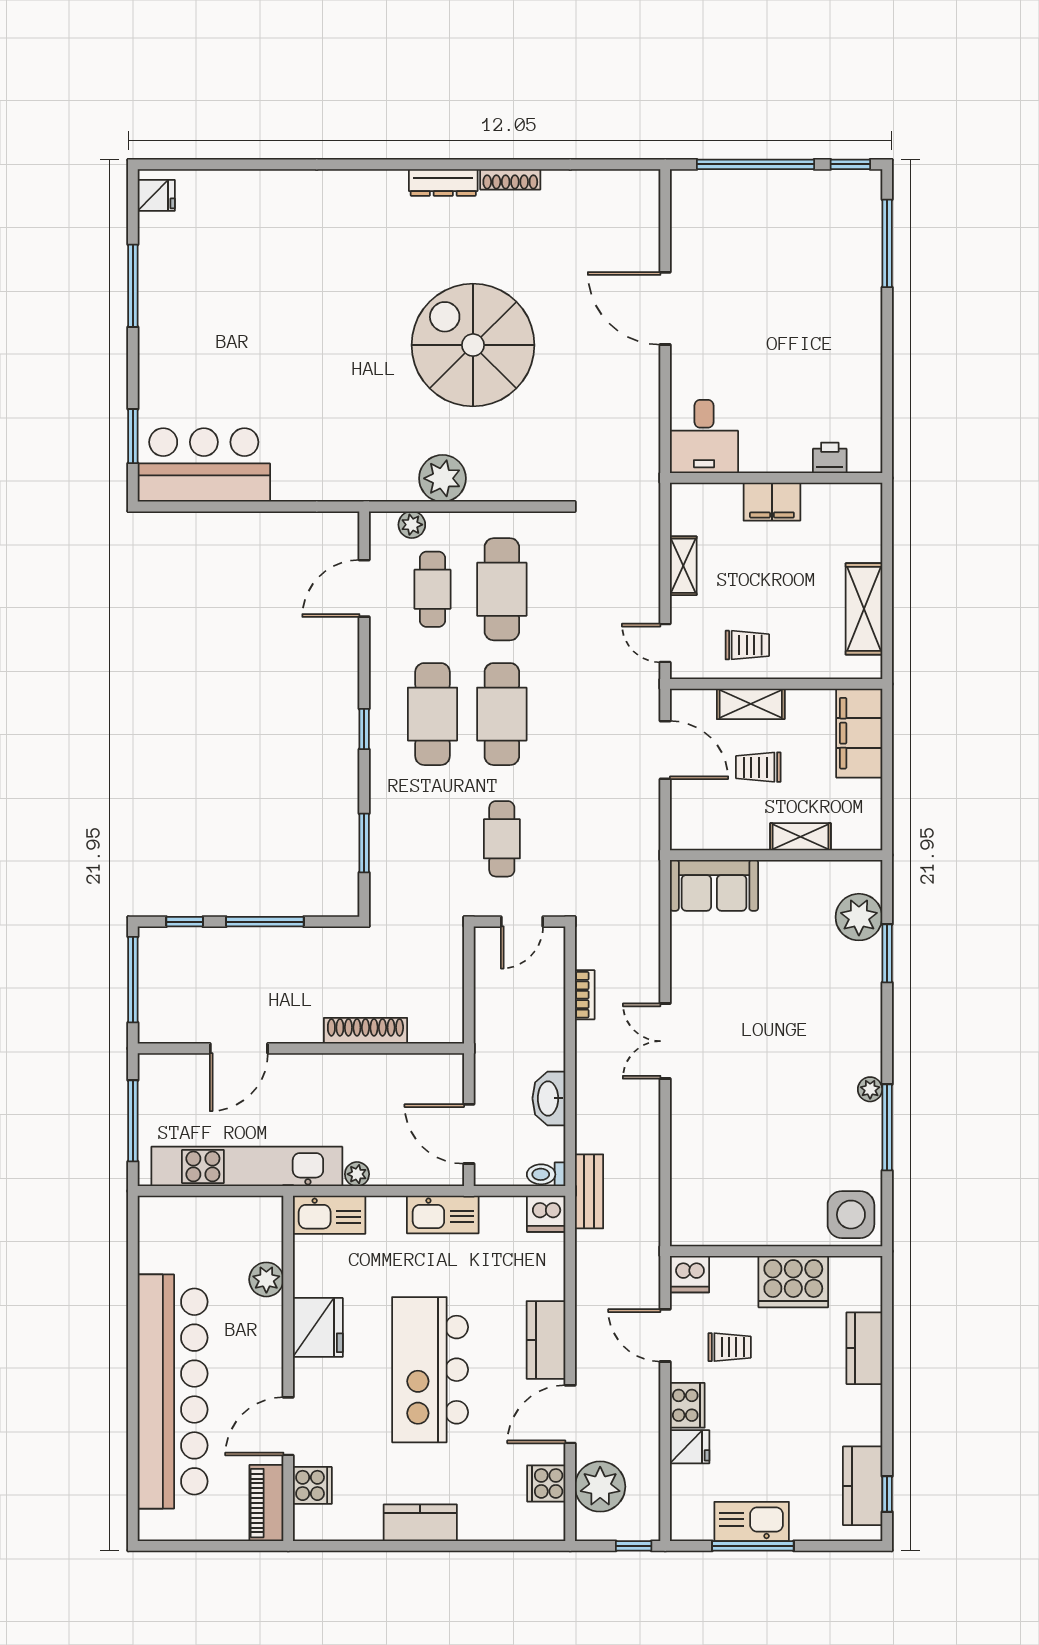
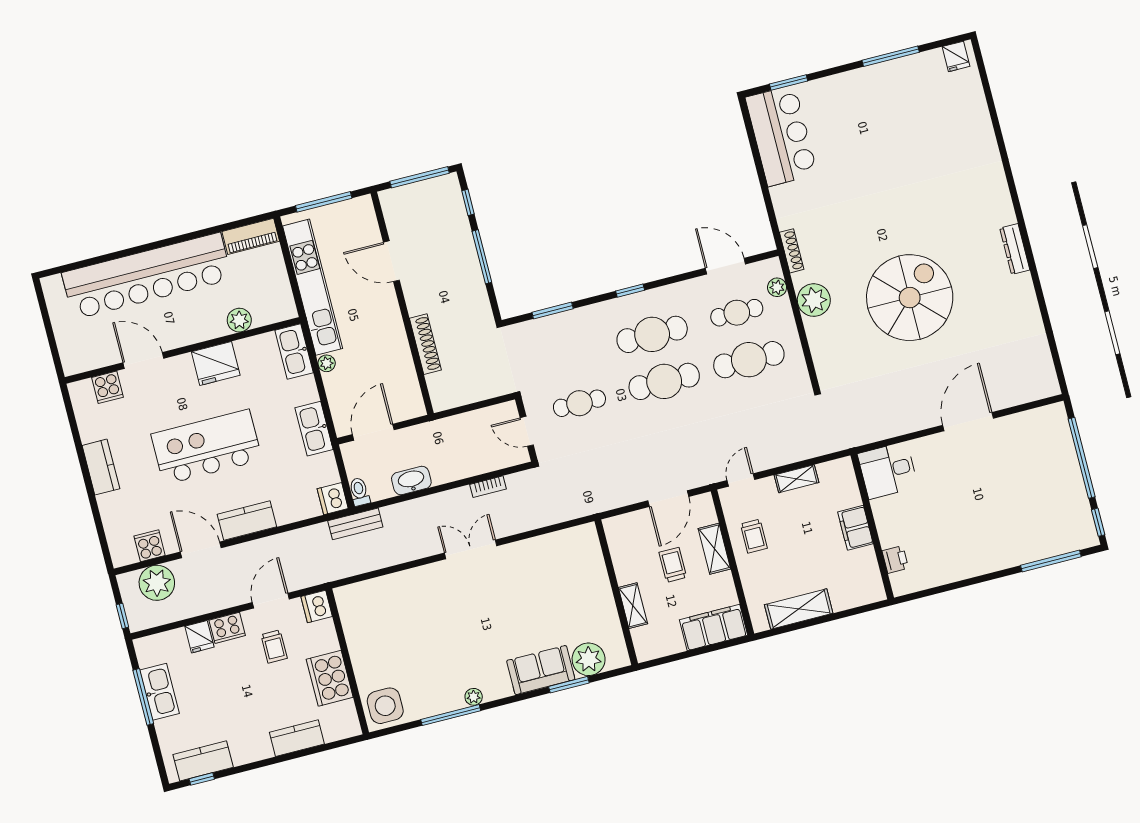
shoe rack: (510, 179) -> (792, 251), moved, turned 180
sofa: (714, 885) -> (541, 670), moved, turned 90
piano: (266, 1503) -> (251, 236), moved, turned 180

